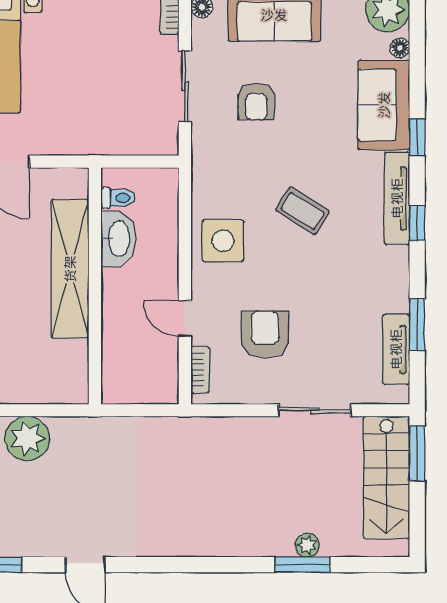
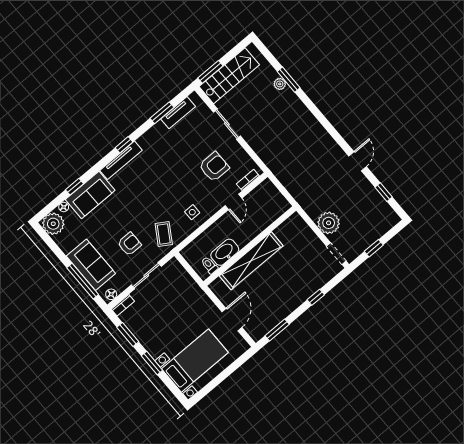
window: (417, 137) -> (74, 187), moved
coffee table: (302, 211) -> (164, 234), moved
side table: (223, 241) -> (192, 212), width x0.54, depth x0.54
armchair: (265, 334) -> (214, 167), turned 180

